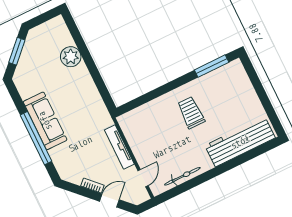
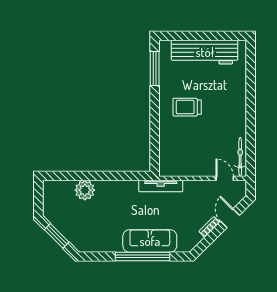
sofa: (45, 121) -> (150, 241), moved
workbench: (240, 142) -> (205, 52), moved, turned -90
tv unit: (119, 147) -> (161, 186), moved
bicycle: (182, 176) -> (240, 157), moved

